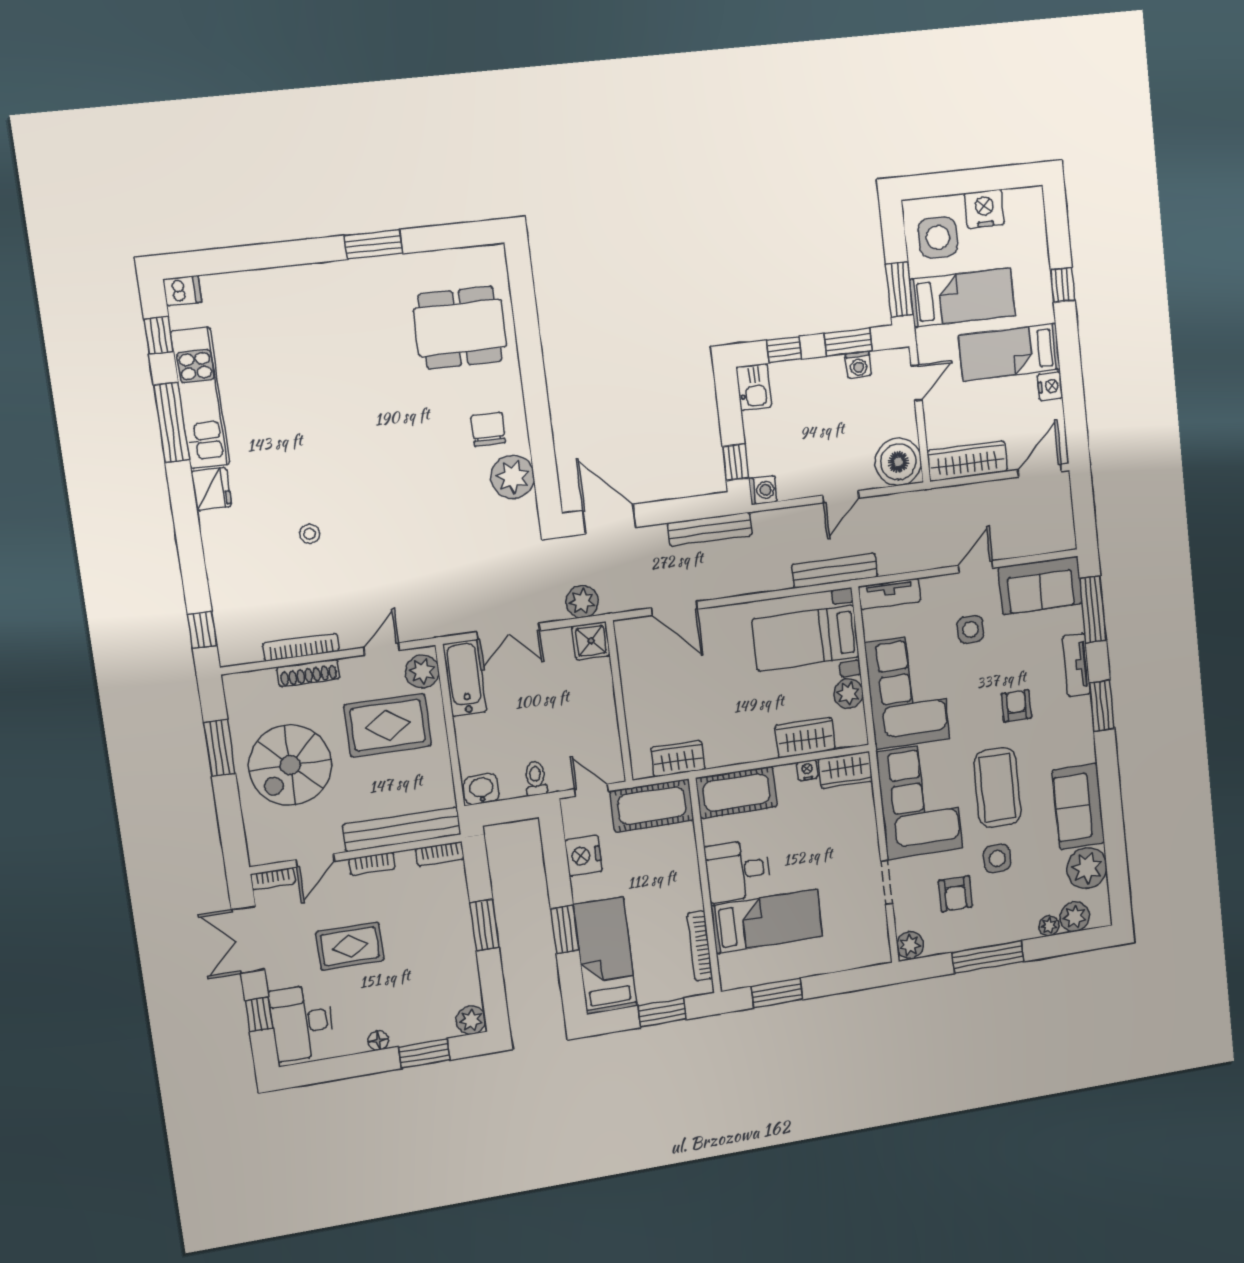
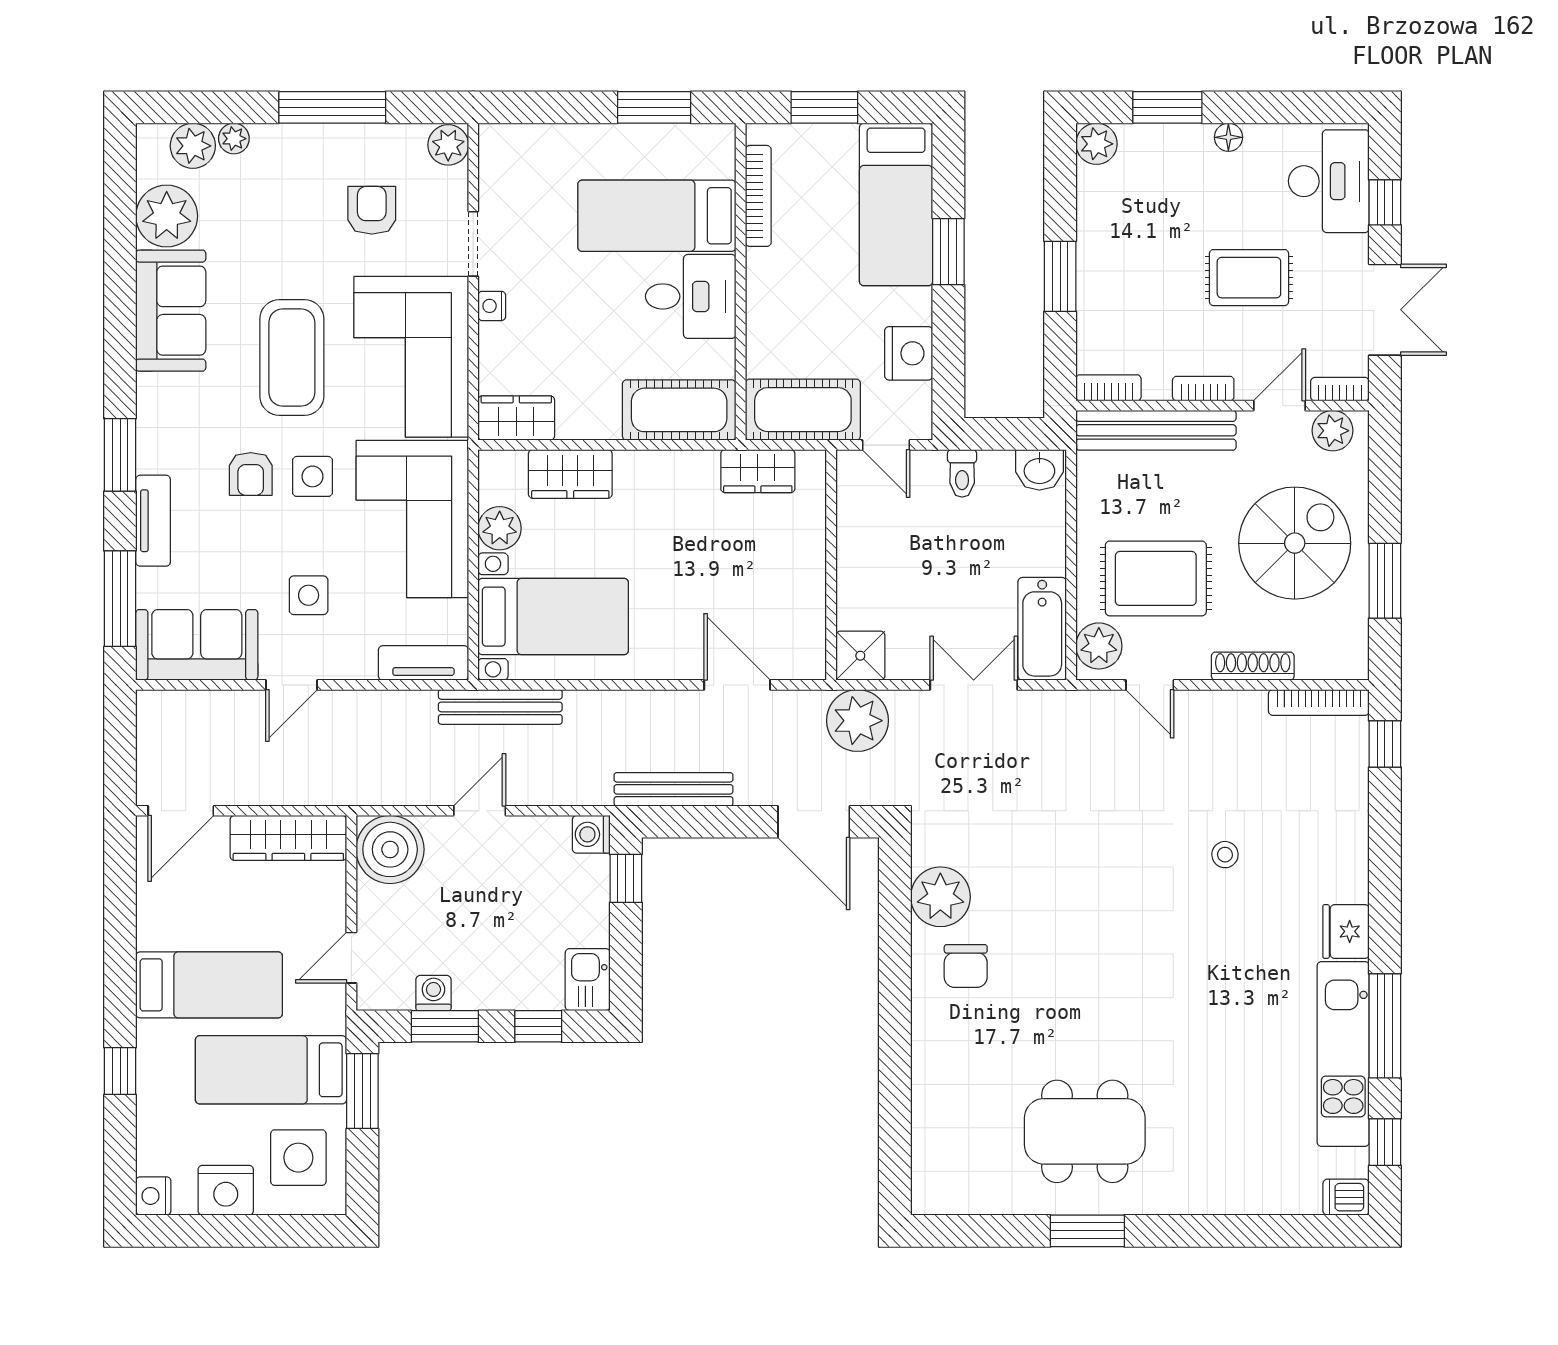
dining table: (460, 328) -> (1085, 1131), moved
nightstand: (1050, 386) -> (153, 1196), moved
plant: (582, 602) -> (858, 721), width x1.36, depth x1.36
bookcase: (301, 647) -> (1319, 702), moved
door: (382, 649) -> (1150, 685), hinge flipped
nightstand: (807, 770) -> (492, 306), moved, turned 90
plant: (274, 849) -> (1333, 431), added
side table: (997, 858) -> (312, 476), moved

